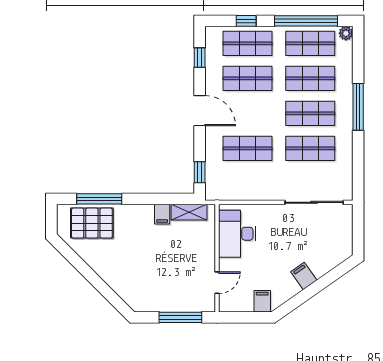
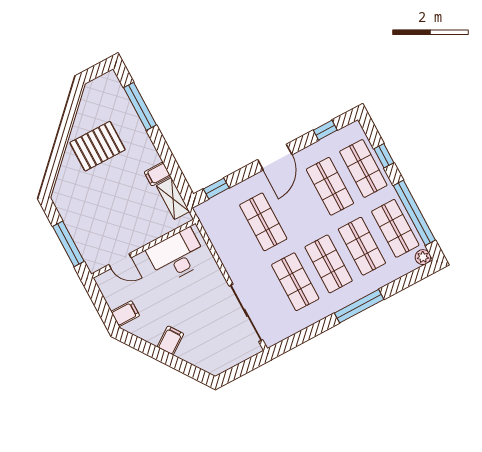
pallet: (92, 223) -> (98, 146), moved, turned 90

